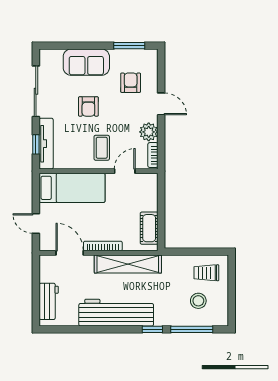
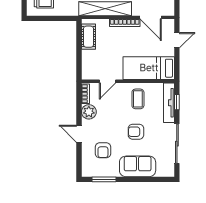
armchair: (88, 106) -> (136, 132), turned -90
coffee table: (102, 148) -> (138, 99), moved
door: (36, 224) -> (177, 40), hinge flipped

